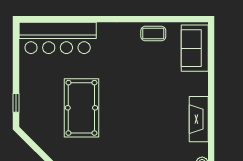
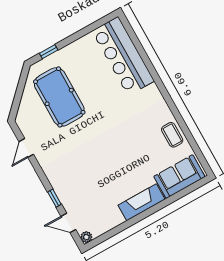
pool table: (81, 108) -> (59, 97), moved, turned 90
fireplace: (199, 119) -> (142, 202), moved

